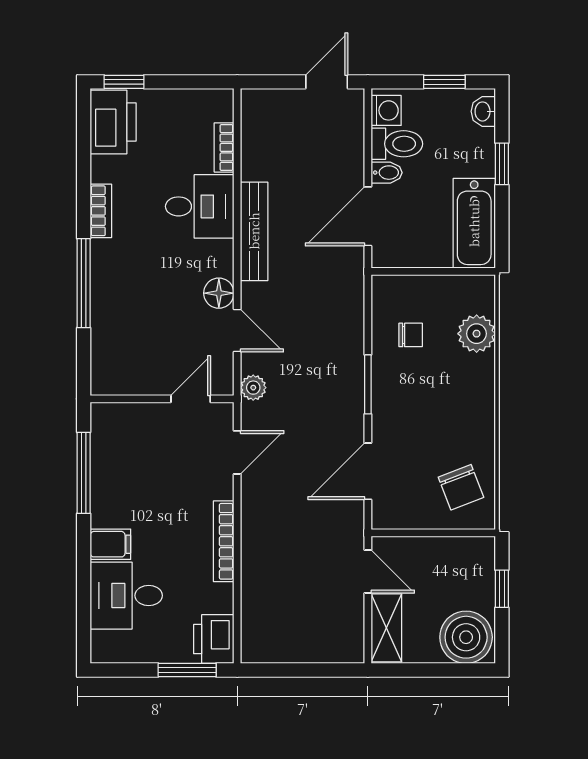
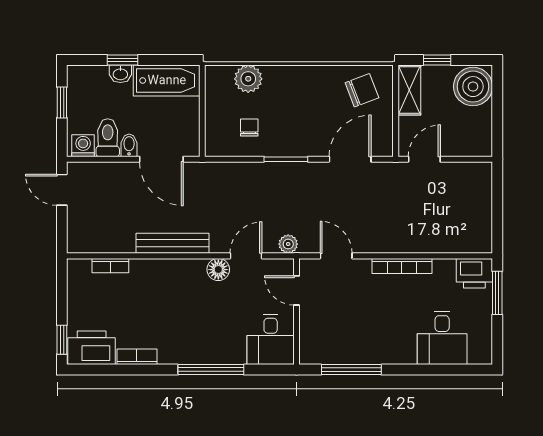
washbasin: (483, 111) -> (120, 74), moved
desk: (200, 206) -> (271, 339), moved, turned 180
bookcase: (101, 211) -> (137, 357), moved
door: (368, 471) -> (350, 159), swing flipped
filing cabinet: (110, 544) -> (404, 350), removed
shelving: (386, 628) -> (409, 90), moved, turned 90

